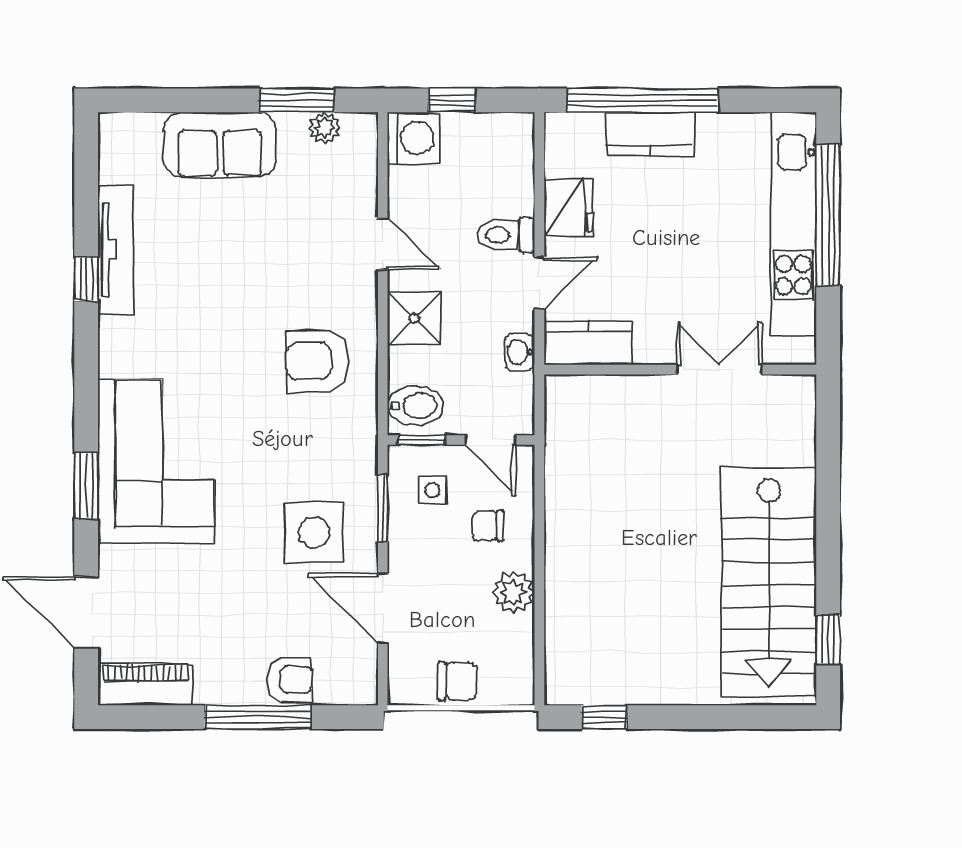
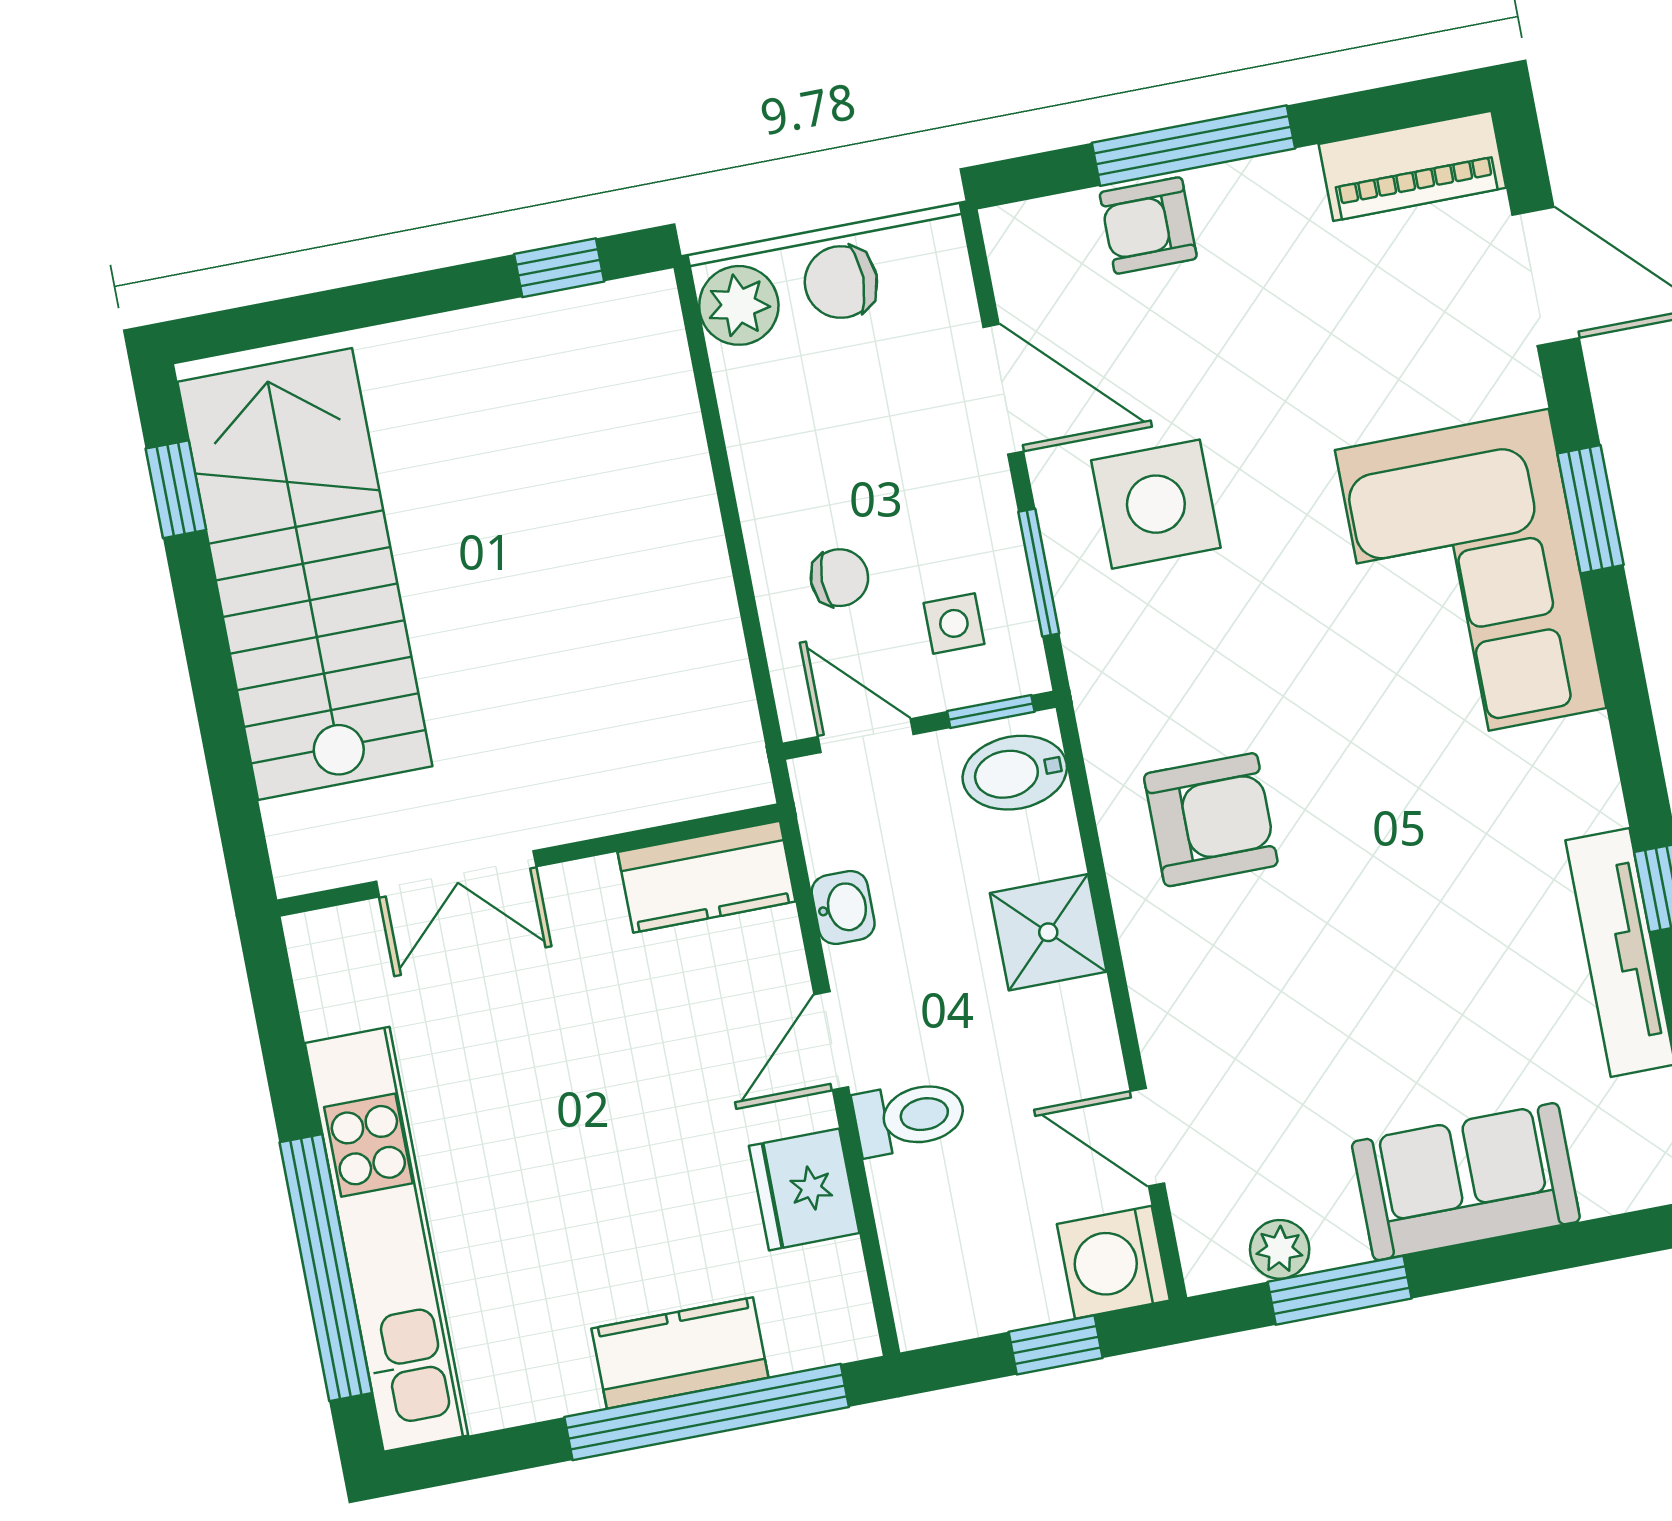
door: (383, 244) -> (1147, 1137), moved
kitchen counter: (588, 343) -> (707, 877), moved
wall: (680, 370) -> (529, 860), moved
double door: (720, 370) -> (456, 874), moved
plant: (513, 593) -> (739, 305), moved

